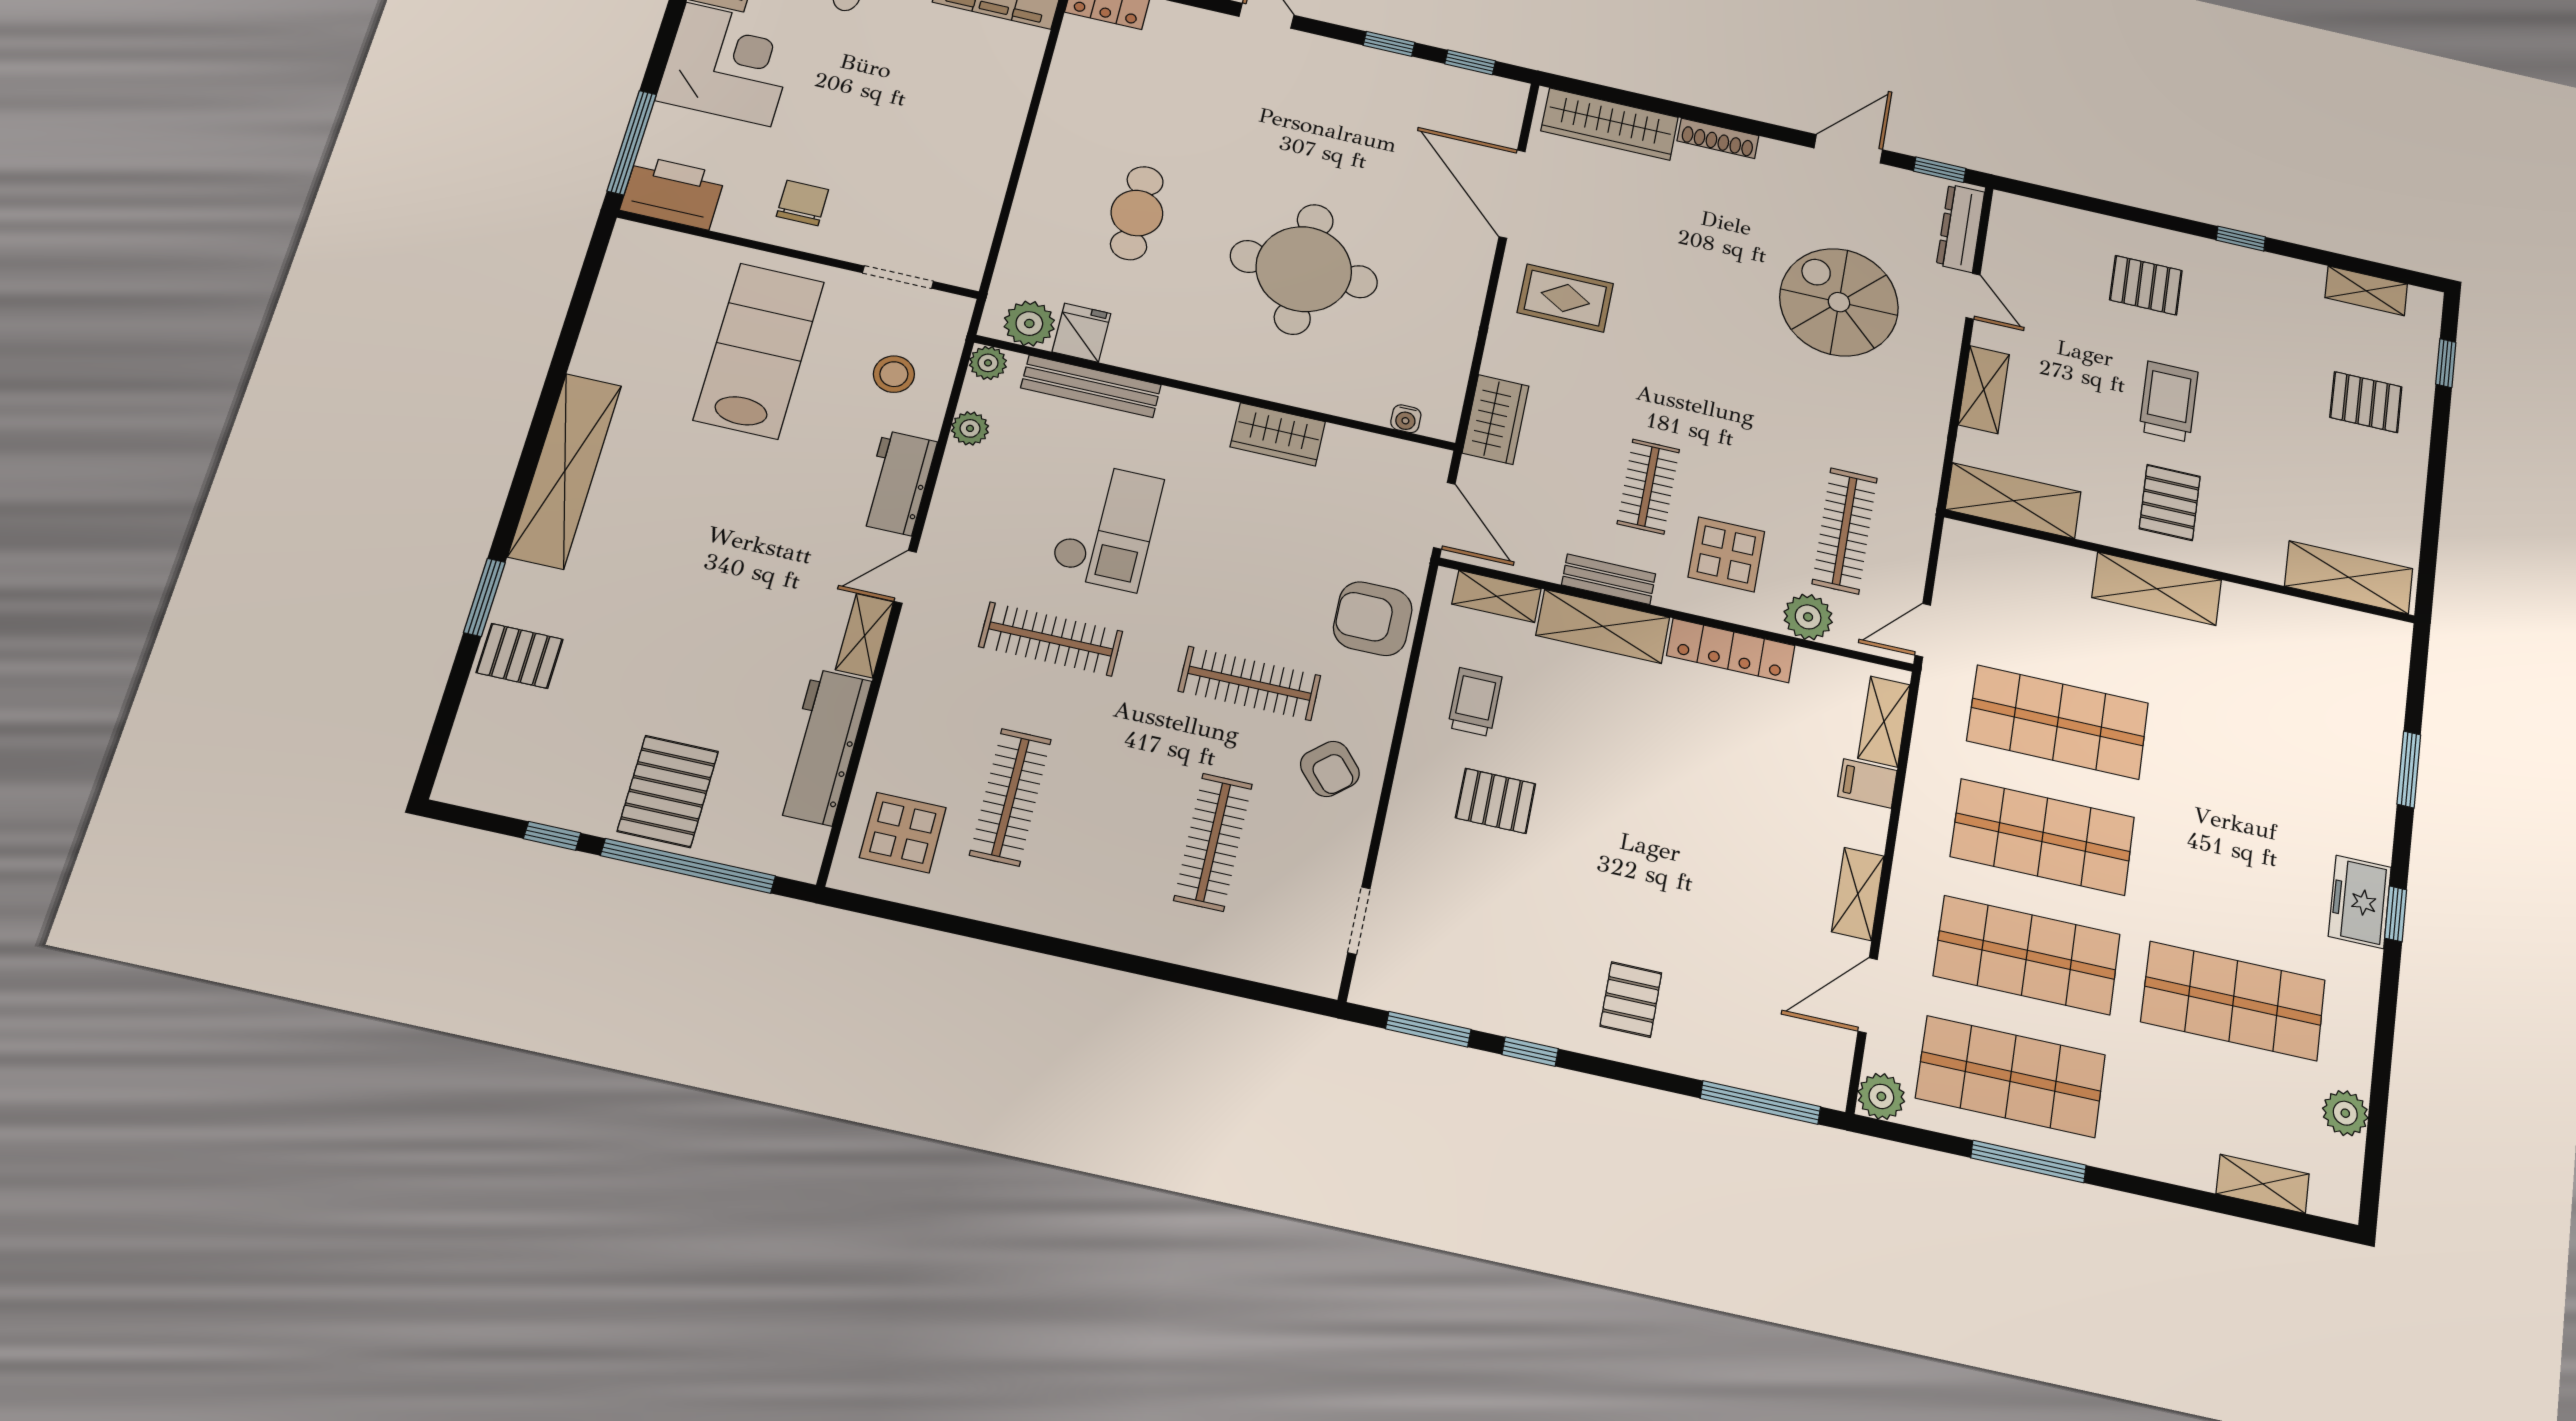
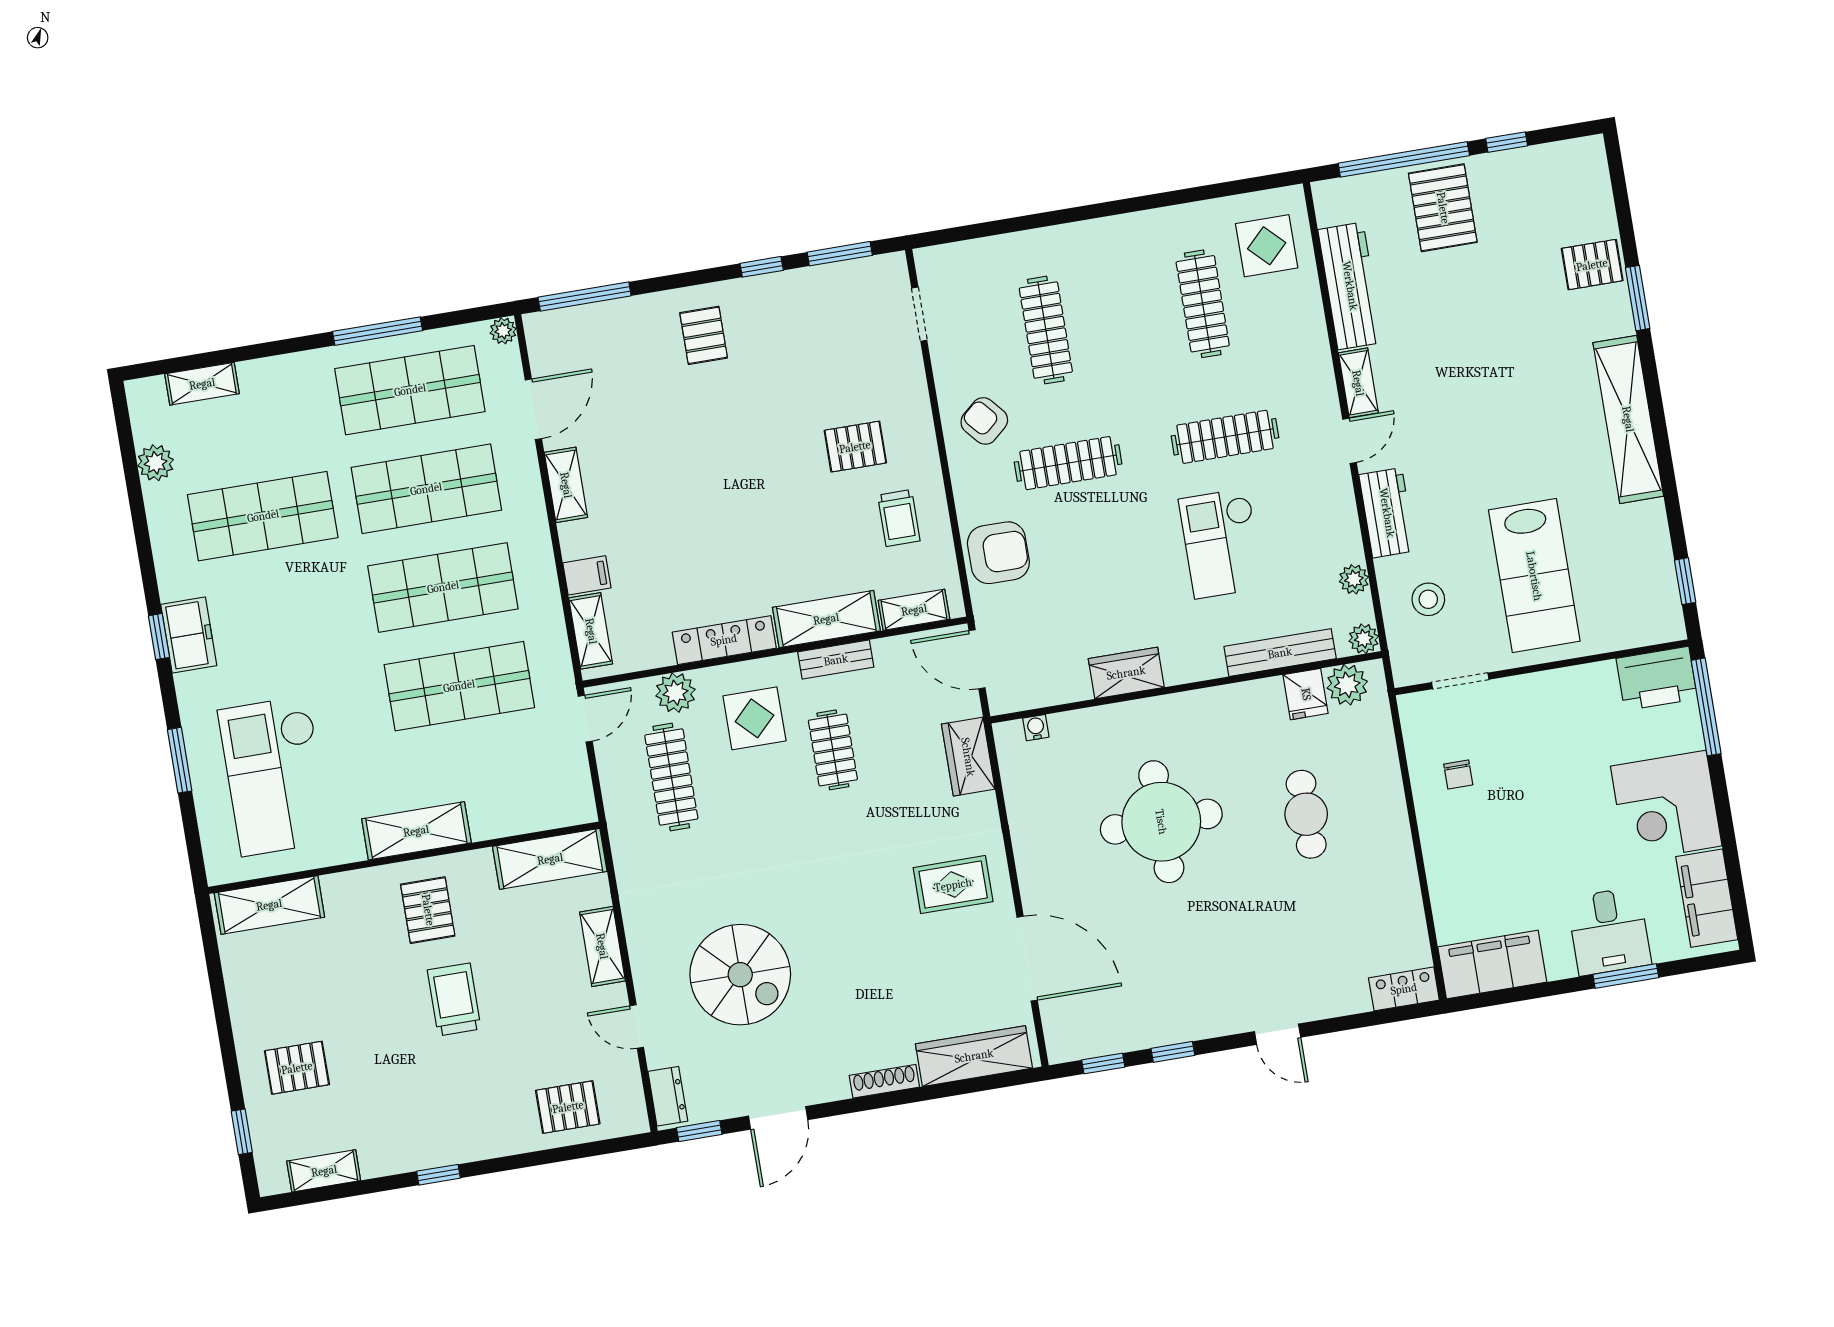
chair: (802, 203) -> (1458, 774), moved, width x0.73, depth x0.73
dresser: (1961, 228) -> (668, 1096), width x0.70
window: (588, 277) -> (1685, 581), added
pallet: (2146, 285) -> (568, 1107), moved
trolley: (2169, 401) -> (454, 999), turned 180
checkout: (2303, 710) -> (275, 776), added
plant: (1881, 1096) -> (503, 331), width x0.73, depth x0.73

